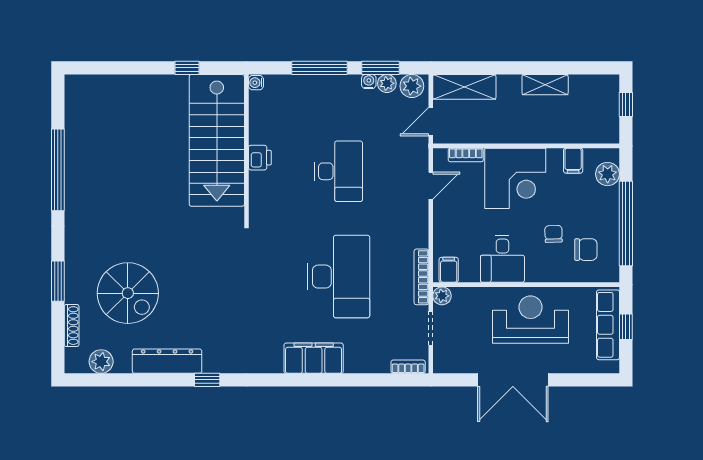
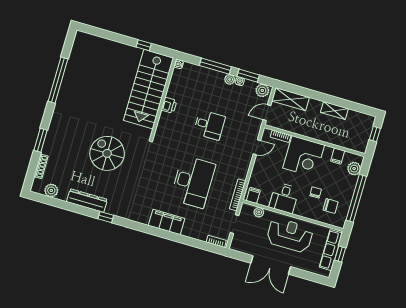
plant: (387, 83) -> (230, 79), moved
desk: (339, 171) -> (209, 125), width x0.73
spiral stairs: (128, 293) -> (107, 153), moved, turned 180
plant: (442, 296) -> (259, 212), moved

